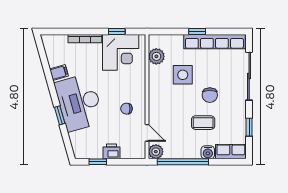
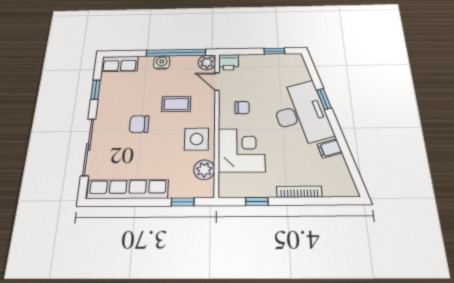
window: (197, 31) -> (183, 202), moved
corner desk: (121, 52) -> (241, 150), moved, turned 90
side table: (183, 75) -> (197, 139), moved
chair: (210, 95) -> (139, 124), turned -90
coffee table: (203, 123) -> (176, 104), moved
printer: (112, 151) -> (229, 62), moved
water cooler: (208, 152) -> (162, 62), moved

